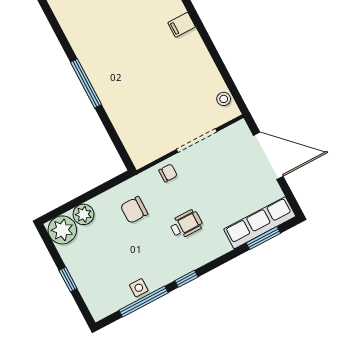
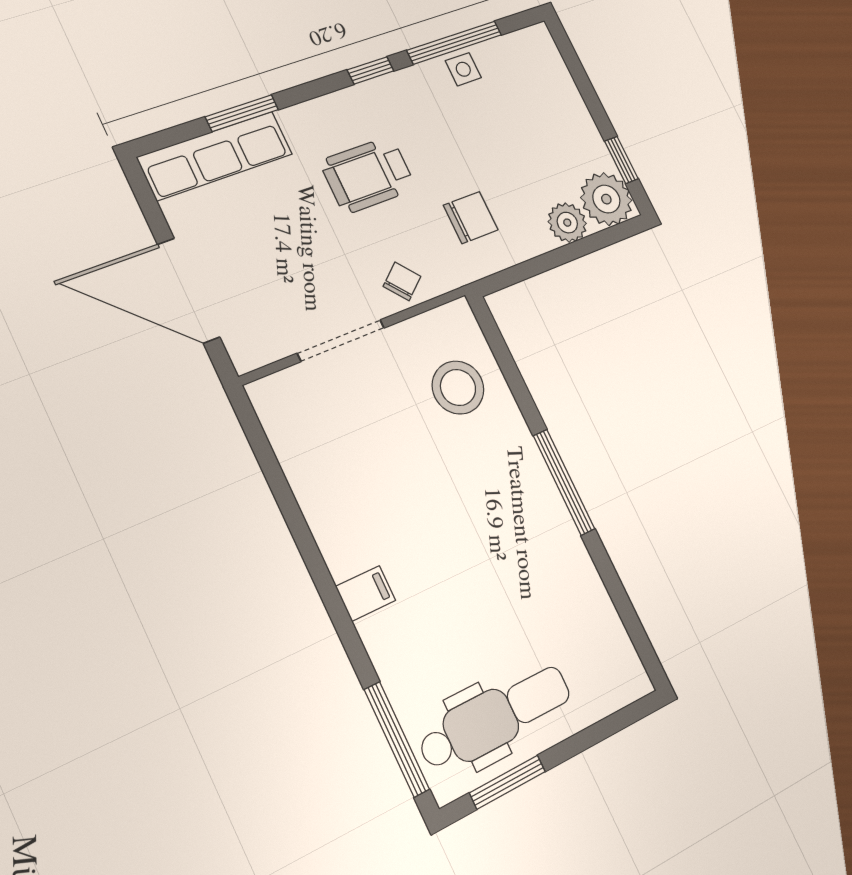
stool: (224, 99) -> (458, 387), moved, width x1.89, depth x1.89
chair: (168, 173) -> (402, 281), turned 141
wheelchair: (186, 224) -> (368, 175), width x1.36, depth x1.37
window: (263, 238) -> (242, 113), moved
window: (68, 279) -> (621, 160), moved

